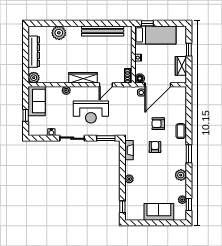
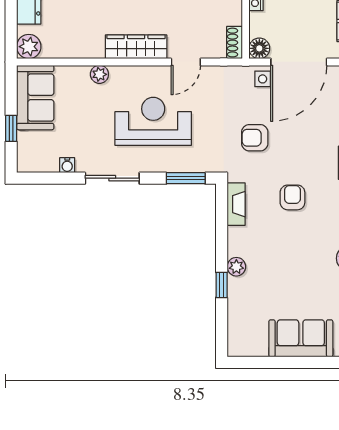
reception desk: (91, 112) -> (153, 121), turned 180
armchair: (158, 124) -> (255, 138), moved
window: (122, 207) -> (222, 285), moved

